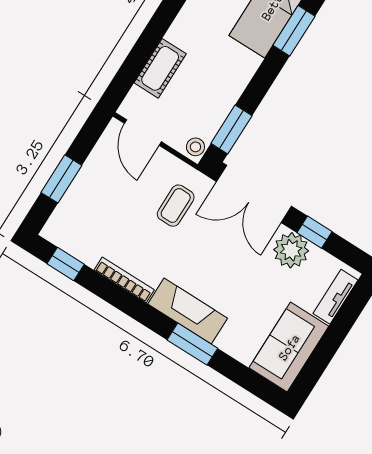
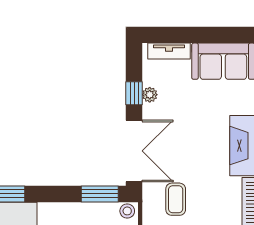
coffee table: (176, 206) -> (176, 199), turned 90
plant: (291, 250) -> (150, 95), width x0.53, depth x0.53

